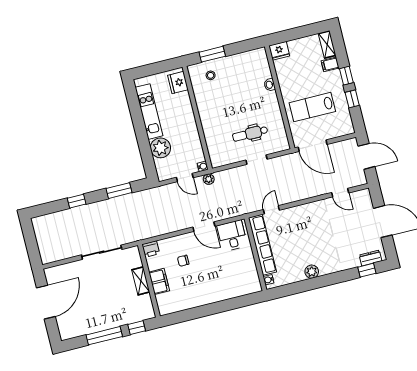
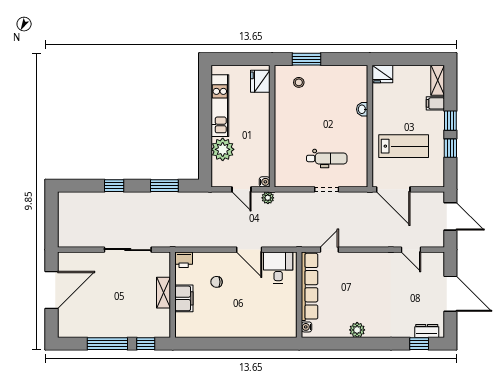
lab bench: (312, 107) -> (404, 146), turned 180
dental chair: (250, 134) -> (327, 158), turned 180

